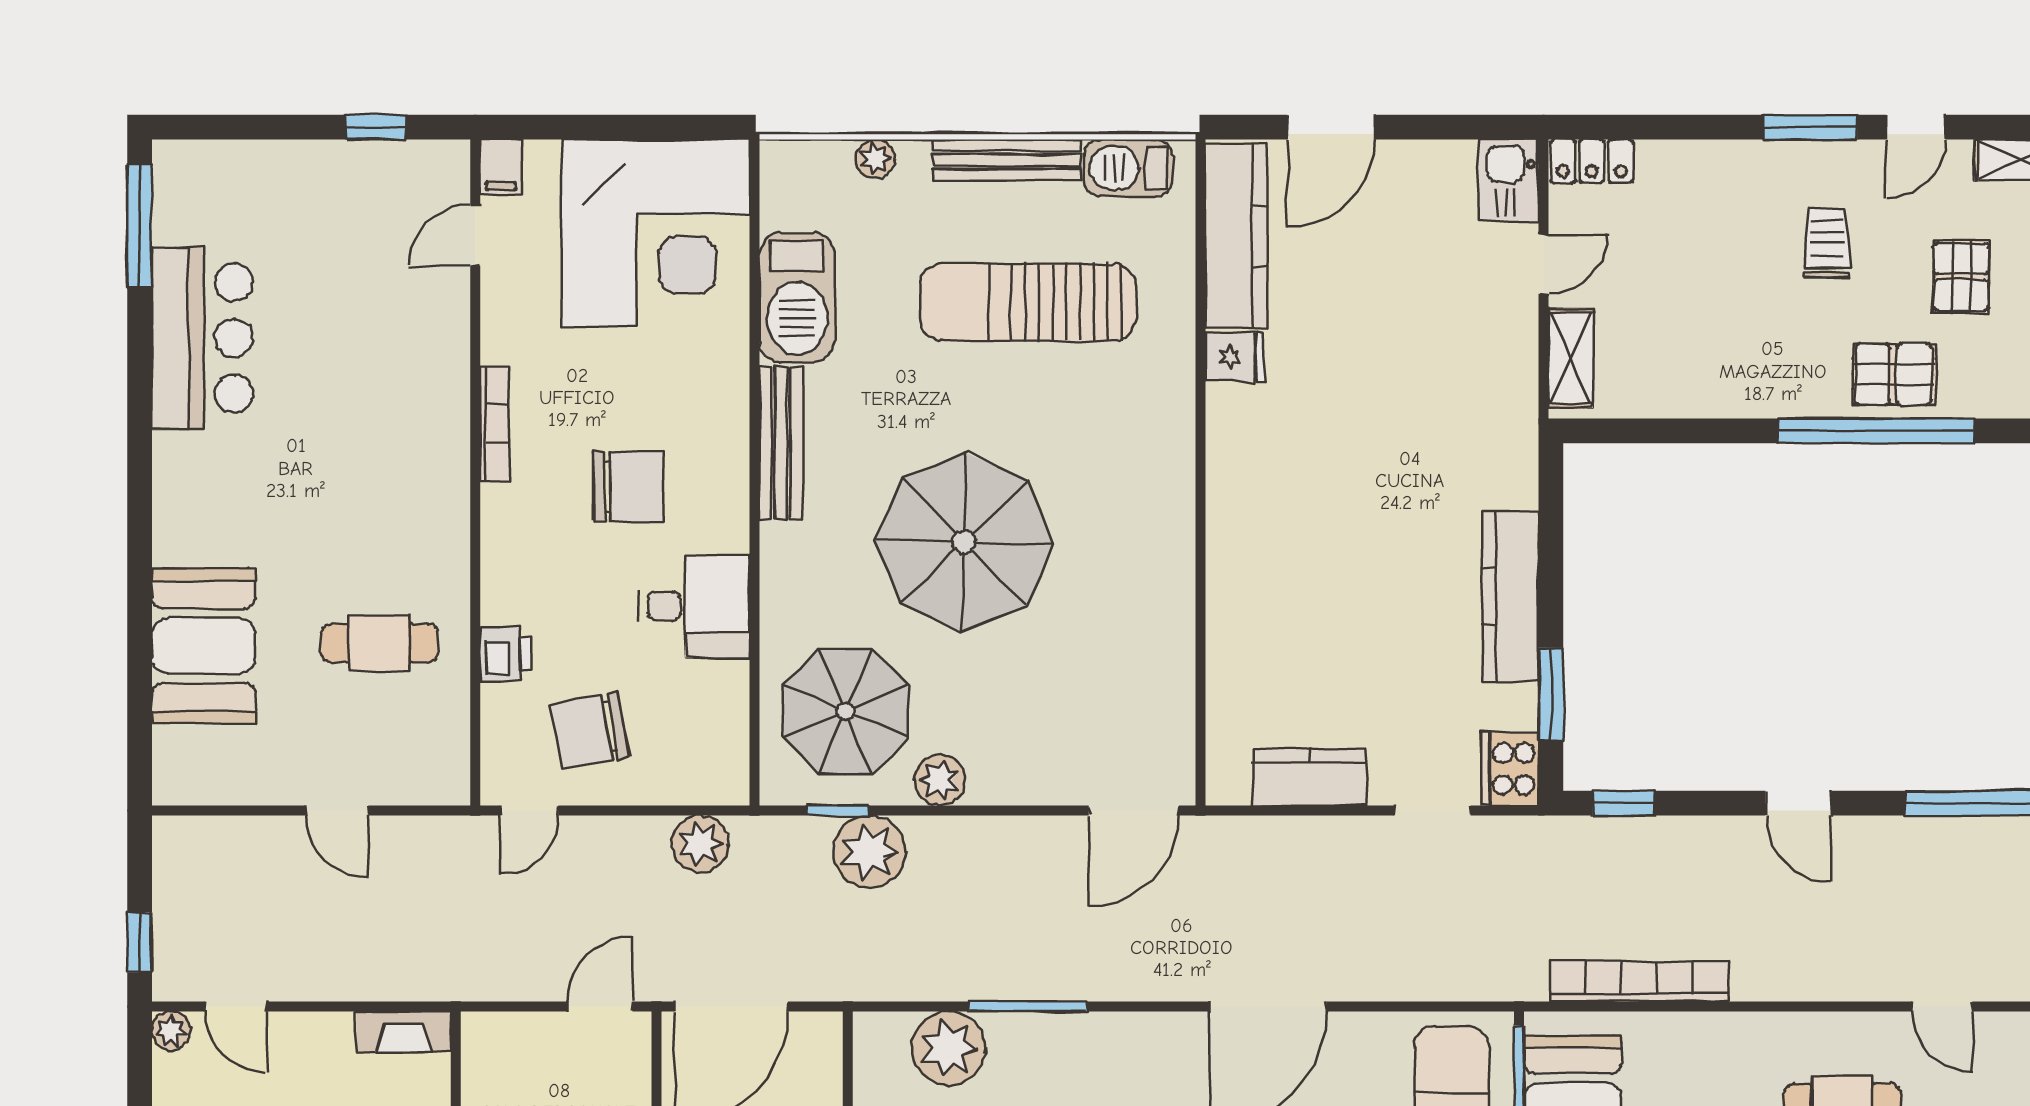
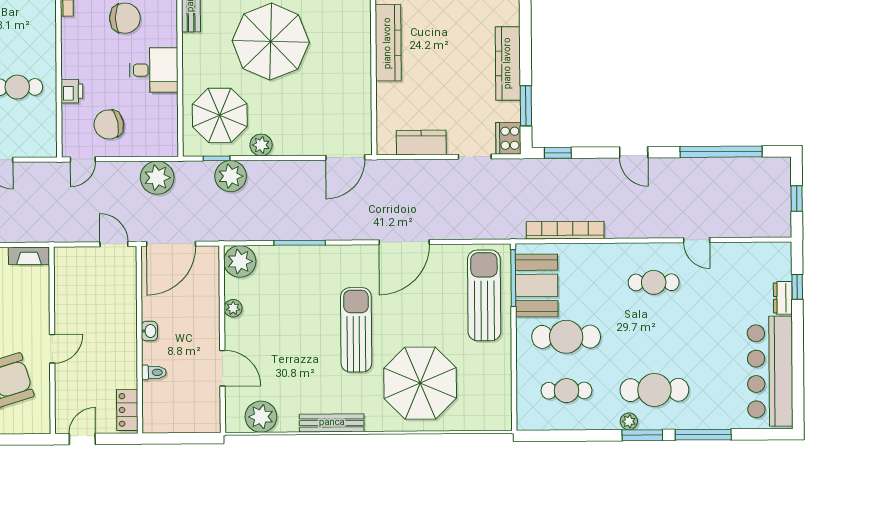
kitchen counter: (1235, 547) -> (388, 43), added
plant: (700, 844) -> (157, 178), width x1.36, depth x1.36
door: (600, 1007) -> (114, 244), hinge flipped
plant: (949, 1048) -> (240, 261), moved

